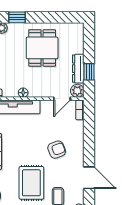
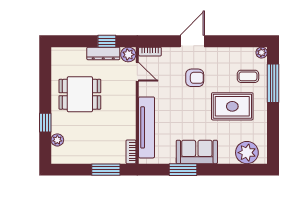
floor lamp: (23, 93) -> (130, 116), removed
armchair: (57, 150) -> (195, 78), turned 111
door: (89, 178) -> (192, 41), moved

